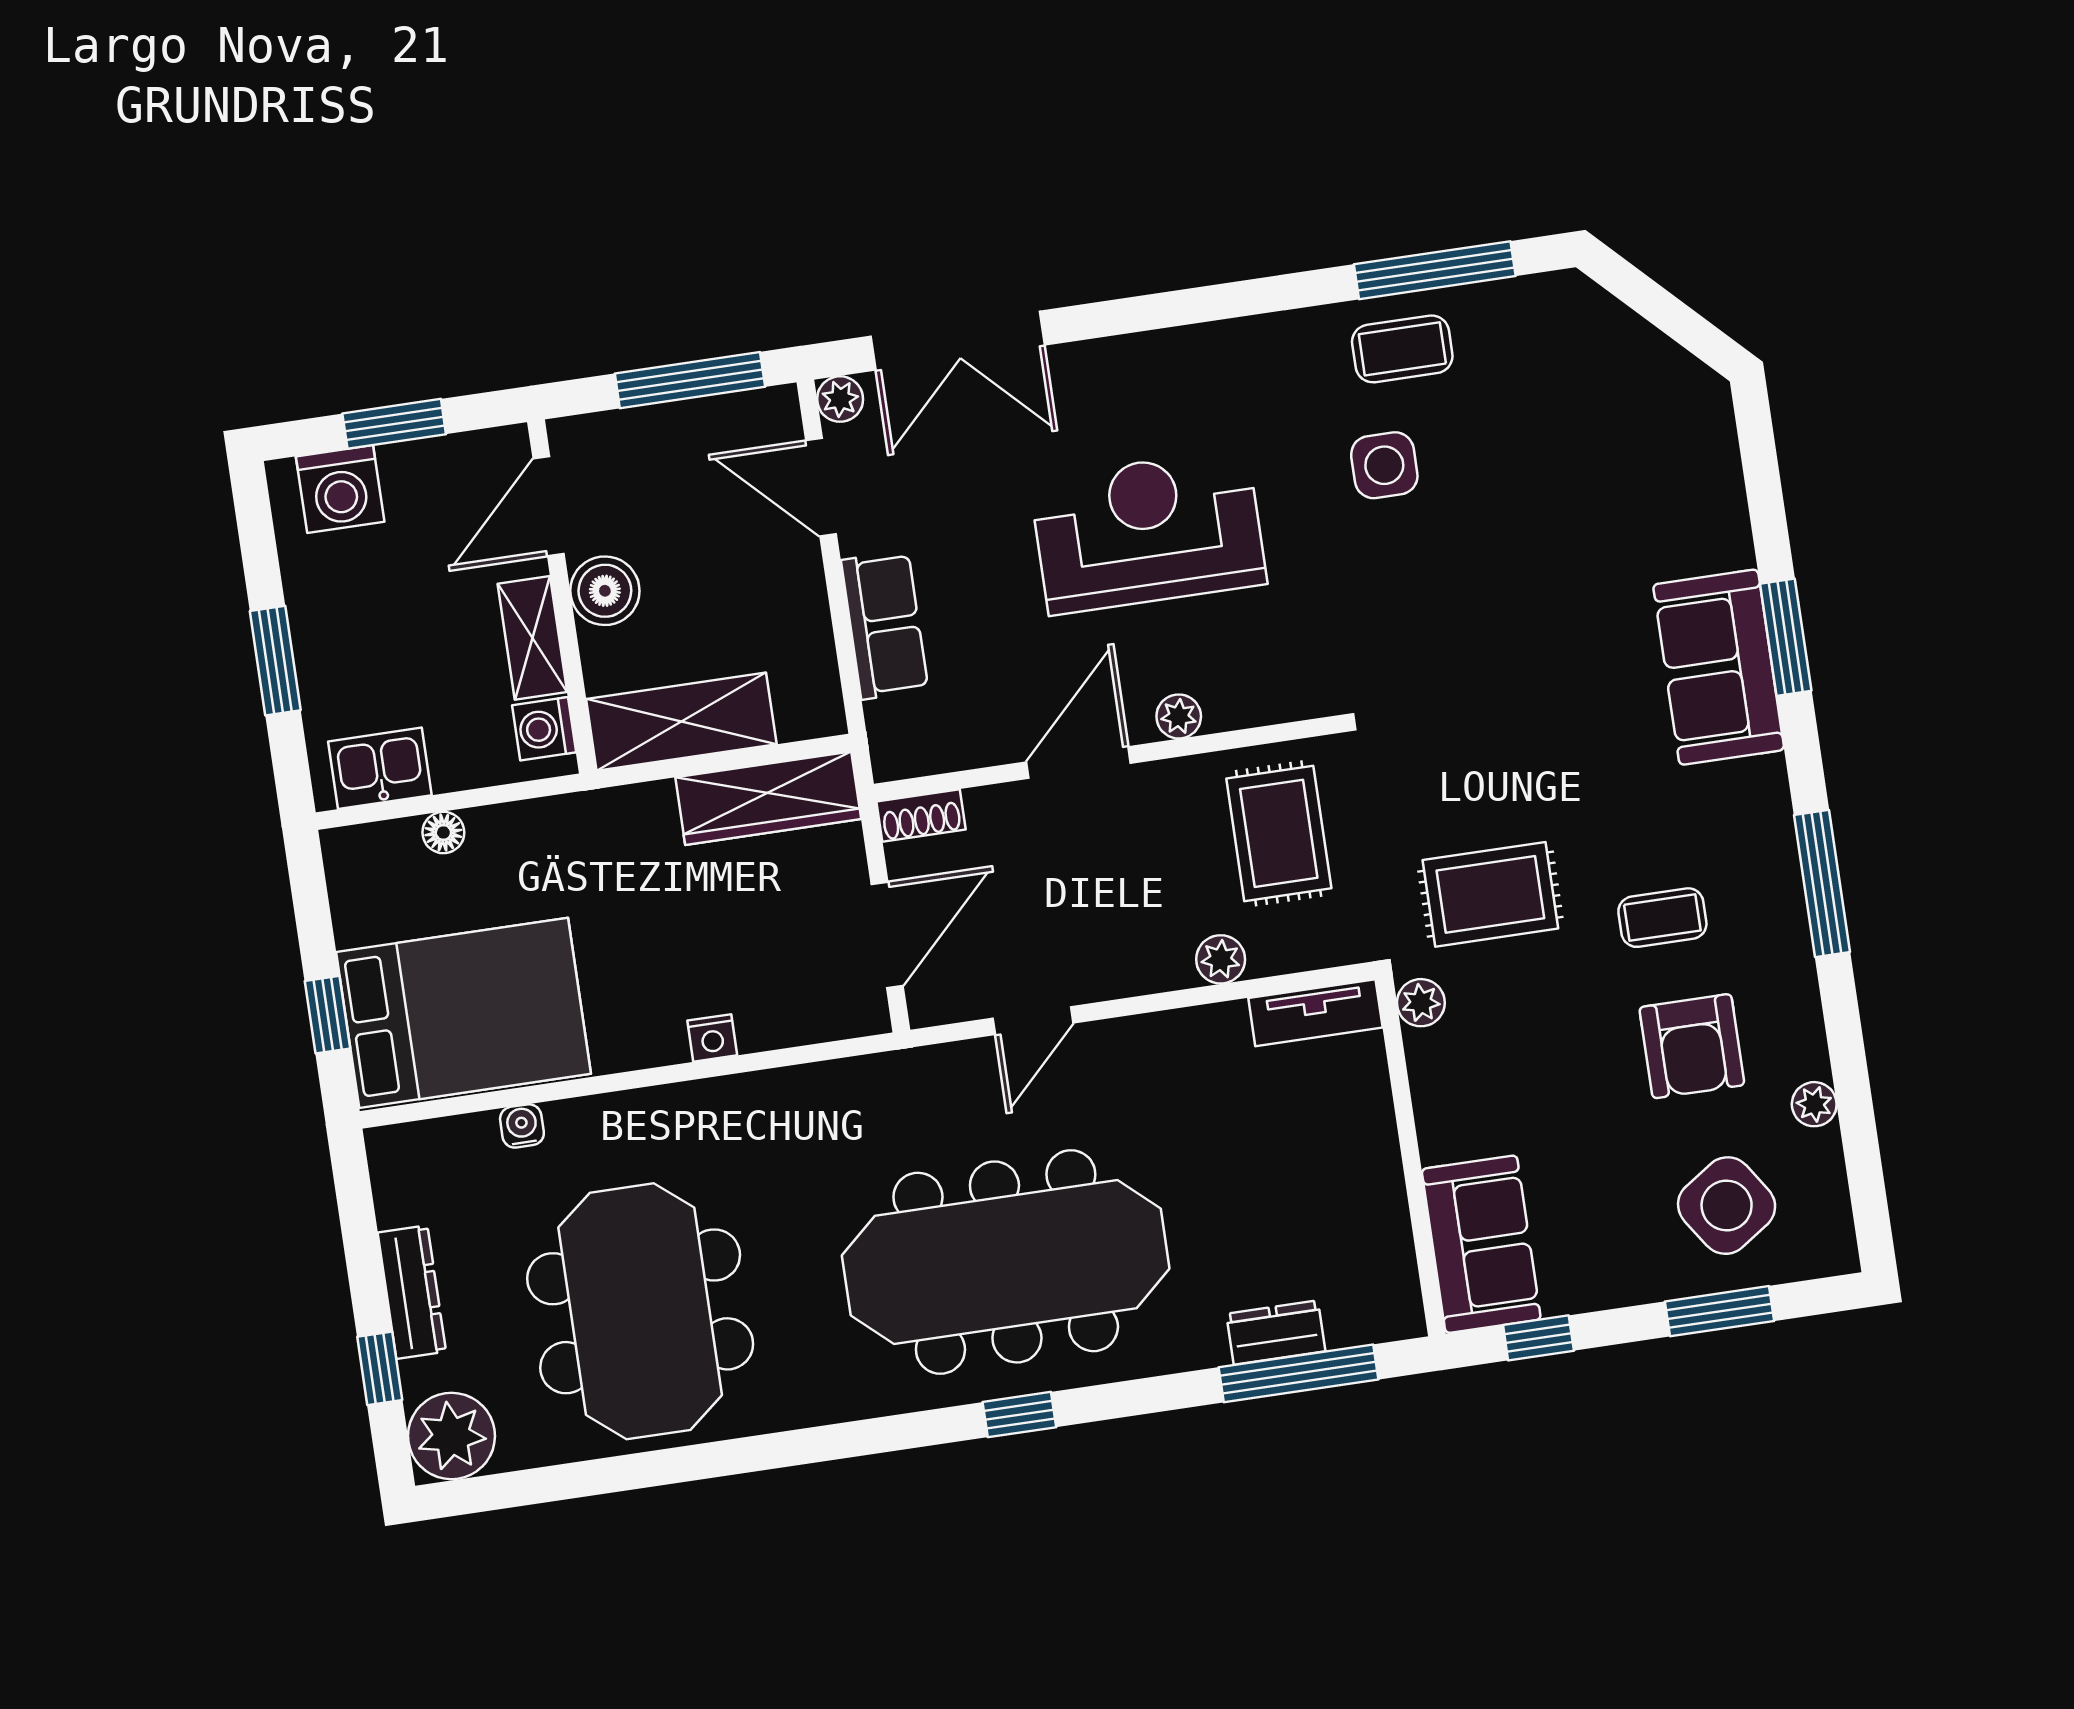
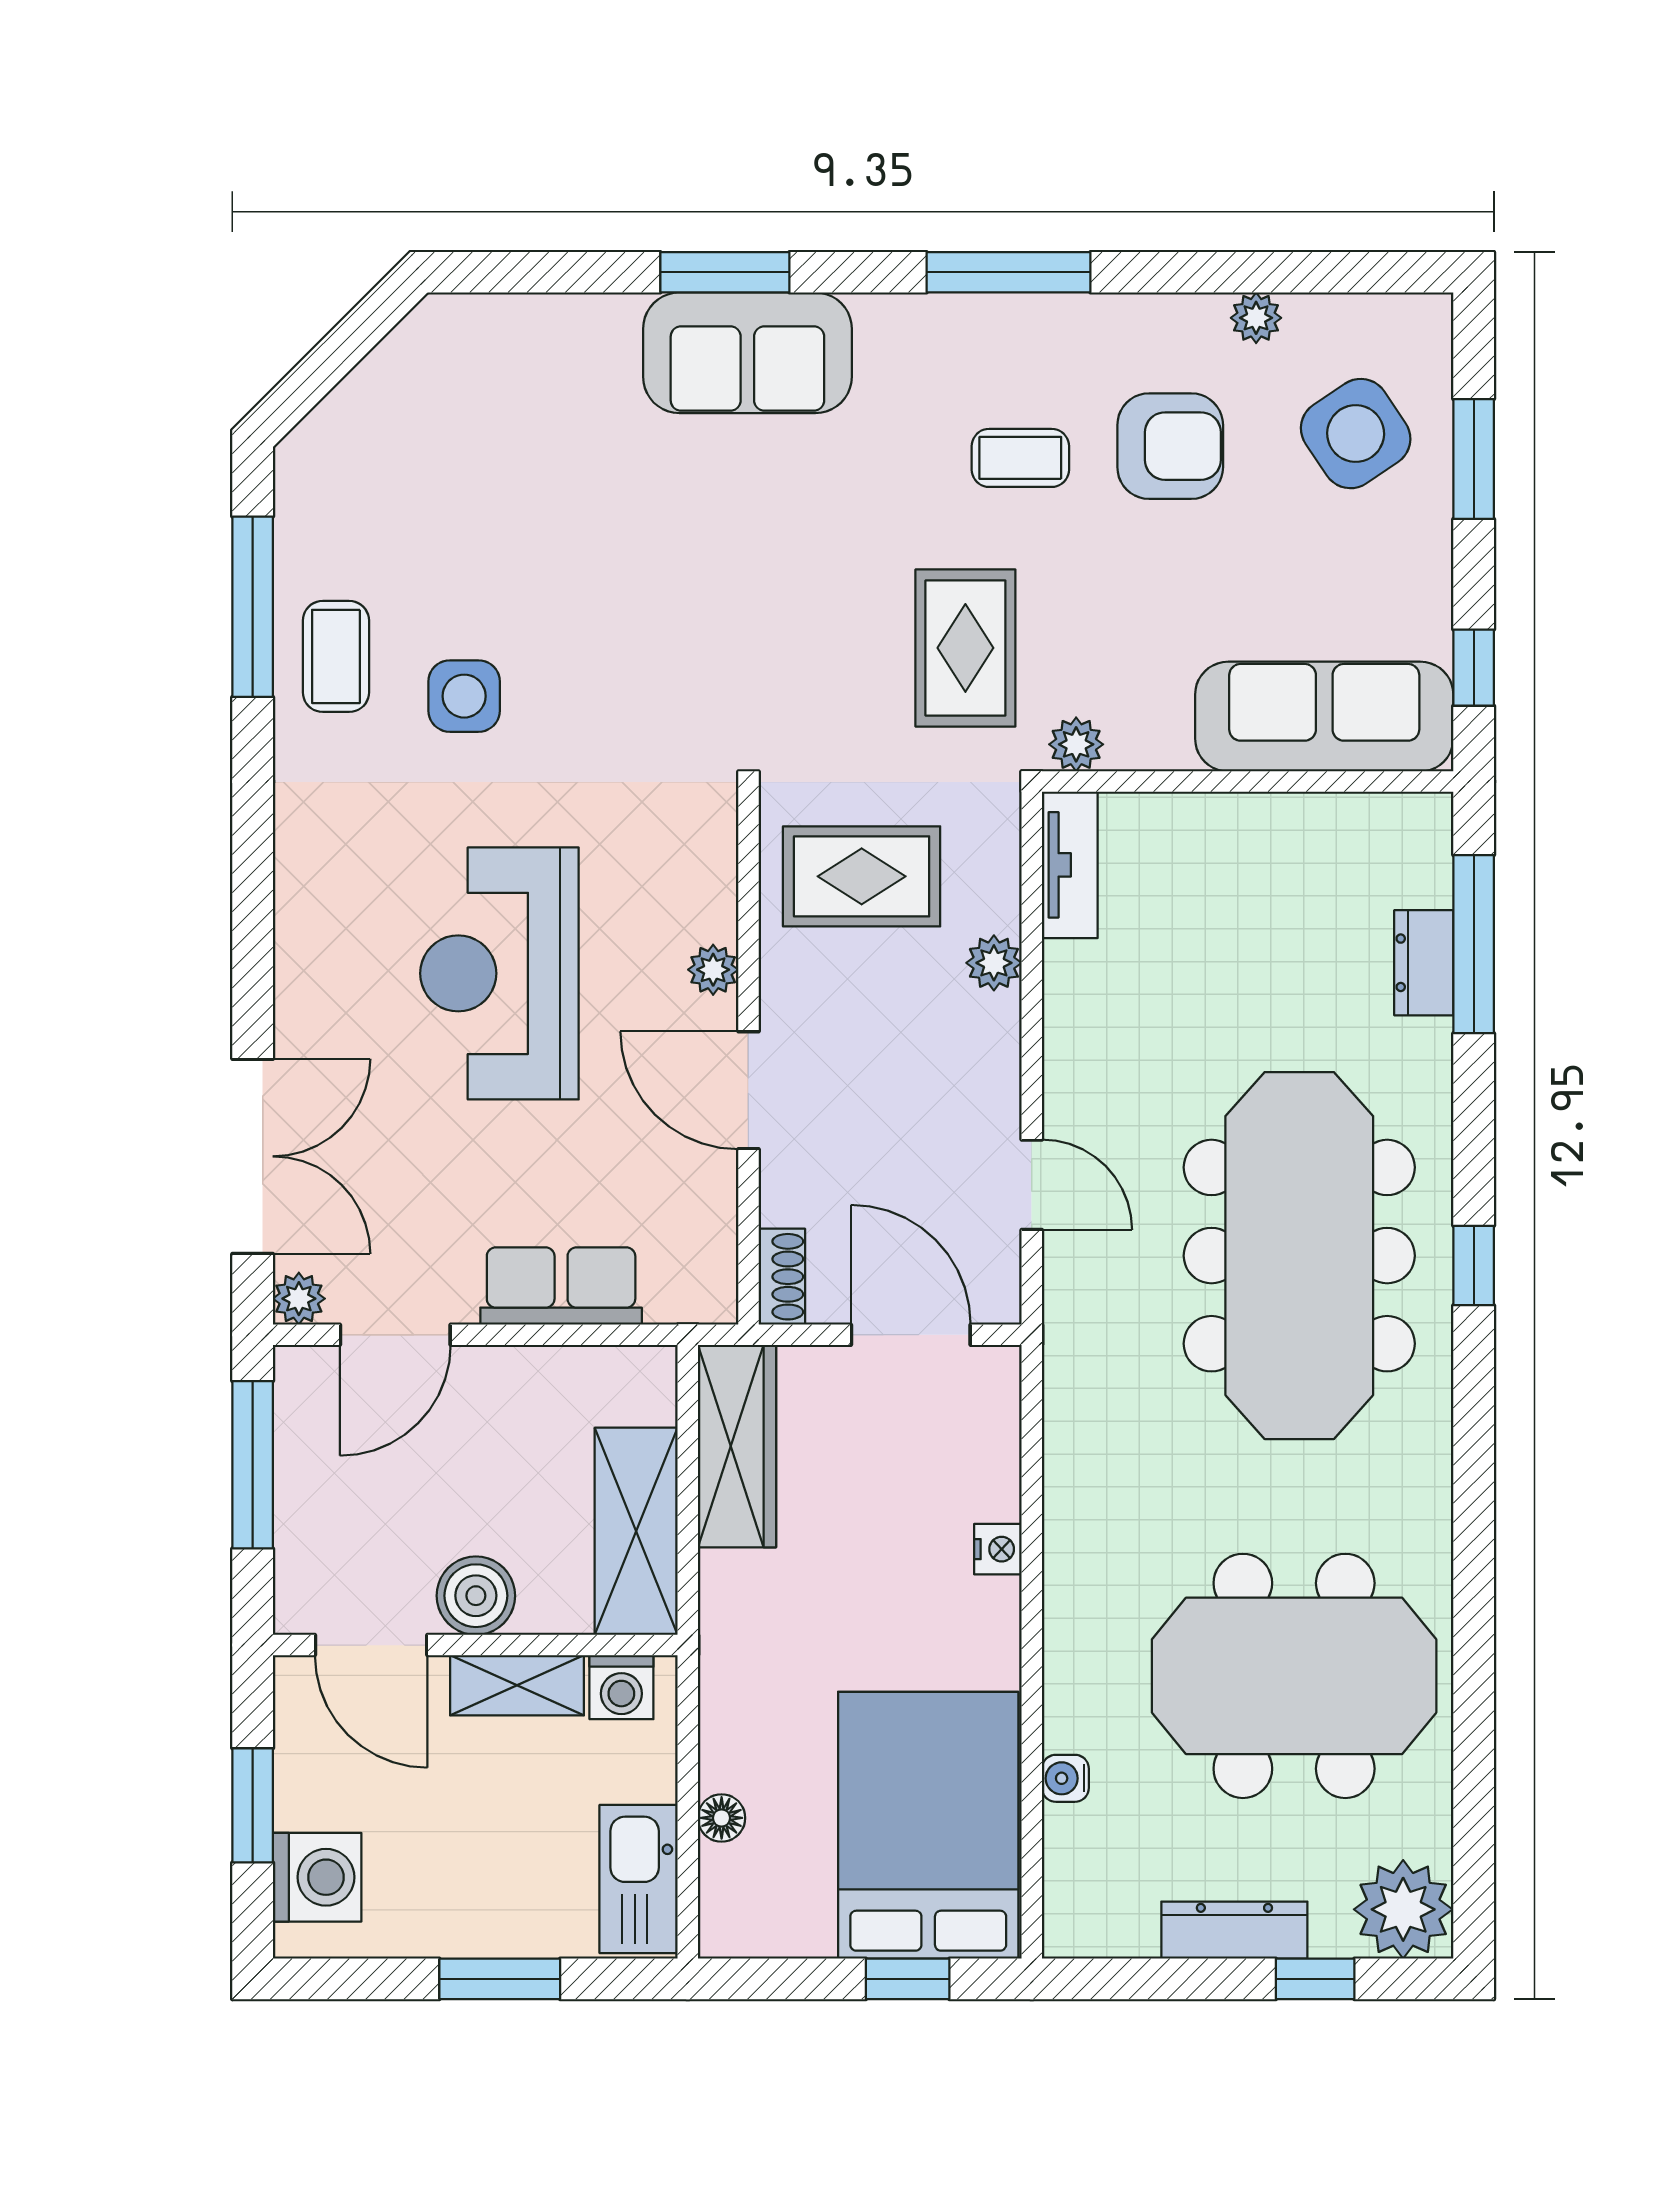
kitchen sink: (380, 768) -> (639, 1879), width x1.38
coffee table: (1662, 918) -> (1020, 458), turned 90
sofa: (1481, 1244) -> (1324, 717), width x1.36

